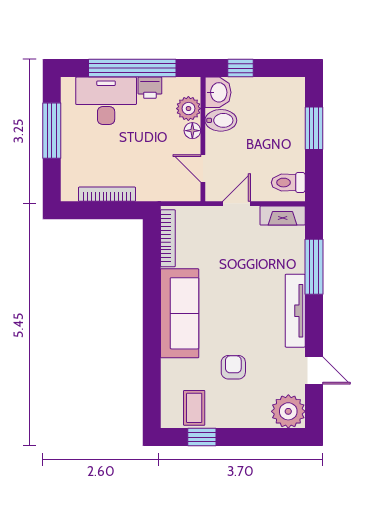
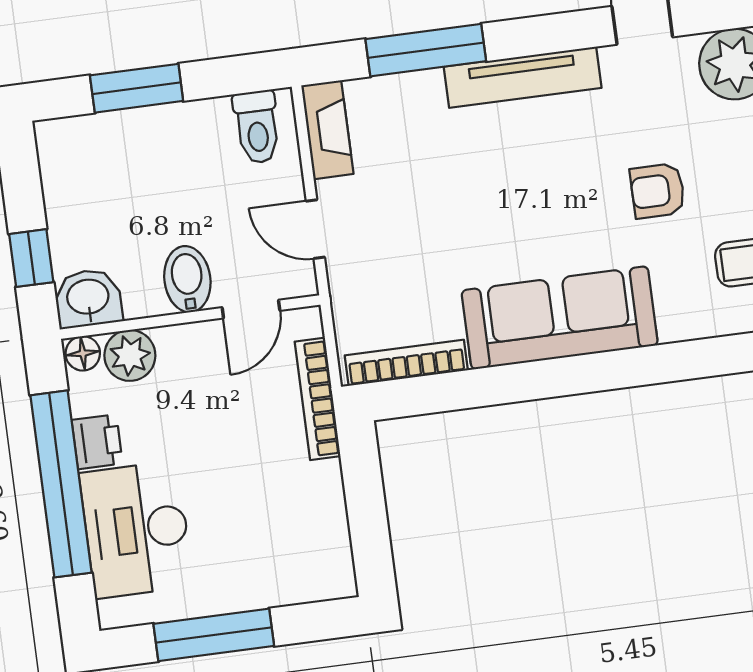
bidet: (221, 120) -> (187, 279), moved
floor lamp: (192, 131) -> (83, 353), moved
bookcase: (107, 194) -> (318, 399), moved

